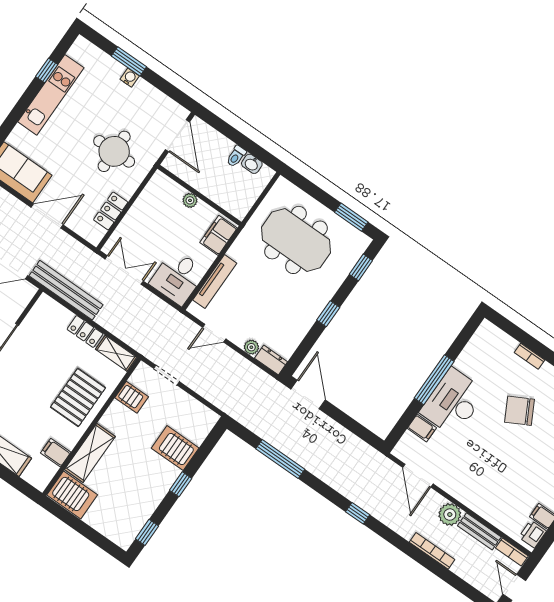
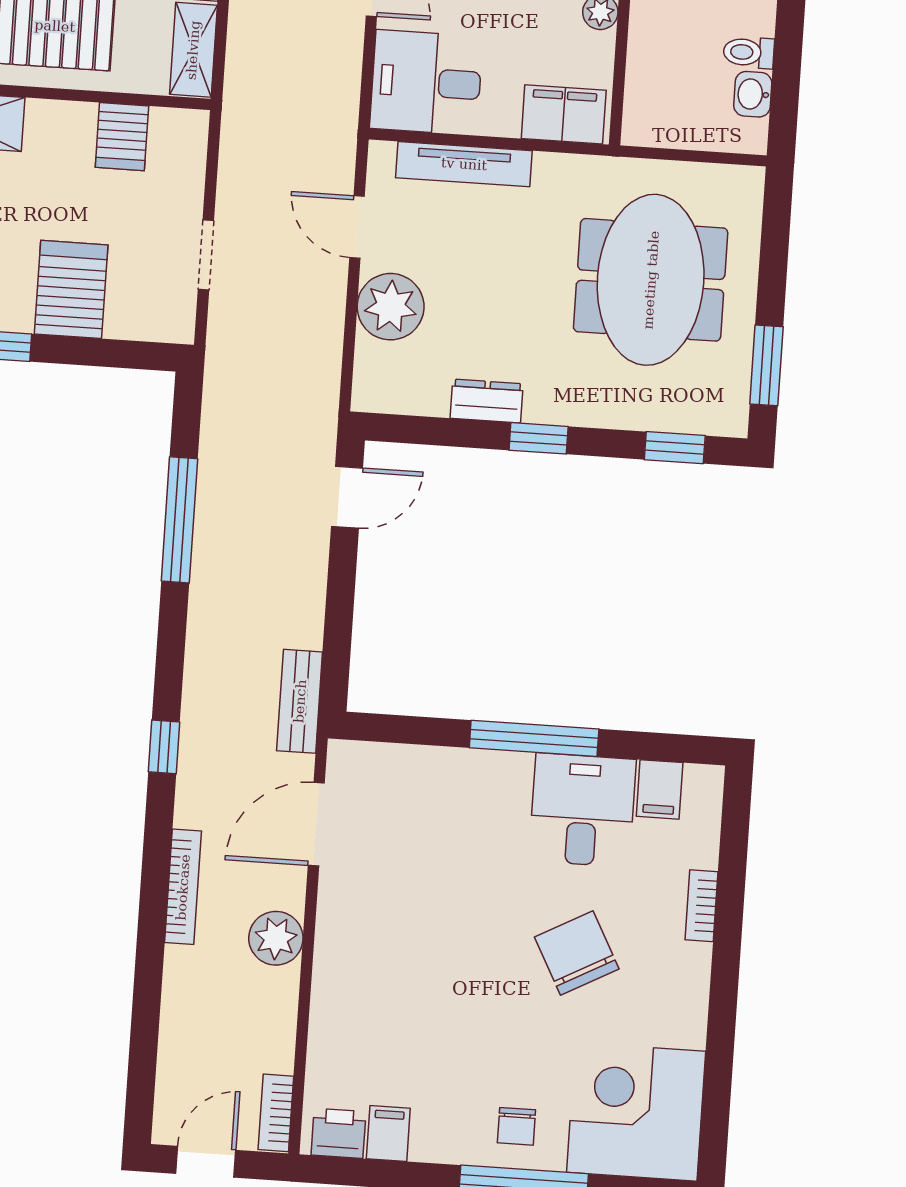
plant: (251, 347) -> (391, 307), width x1.88, depth x1.88
dresser: (271, 360) -> (487, 401), moved, turned -90
doorway: (166, 375) -> (206, 255), moved
door: (308, 395) -> (347, 497), width x0.73
desk: (453, 402) -> (583, 810), moved, width x0.73
filing cabinet: (422, 428) -> (660, 789), moved
bench: (479, 531) -> (300, 701), moved
bookcase: (432, 551) -> (183, 887), moved

